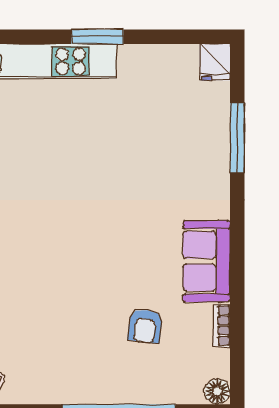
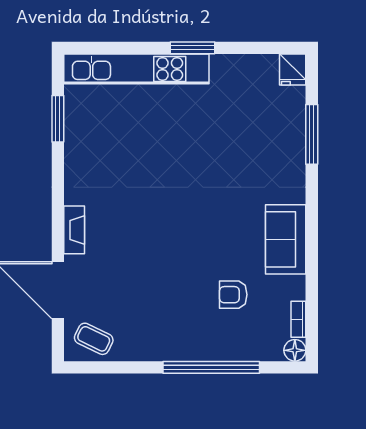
armchair: (145, 326) -> (233, 295), turned 83
bookcase: (222, 326) -> (298, 319), moved

